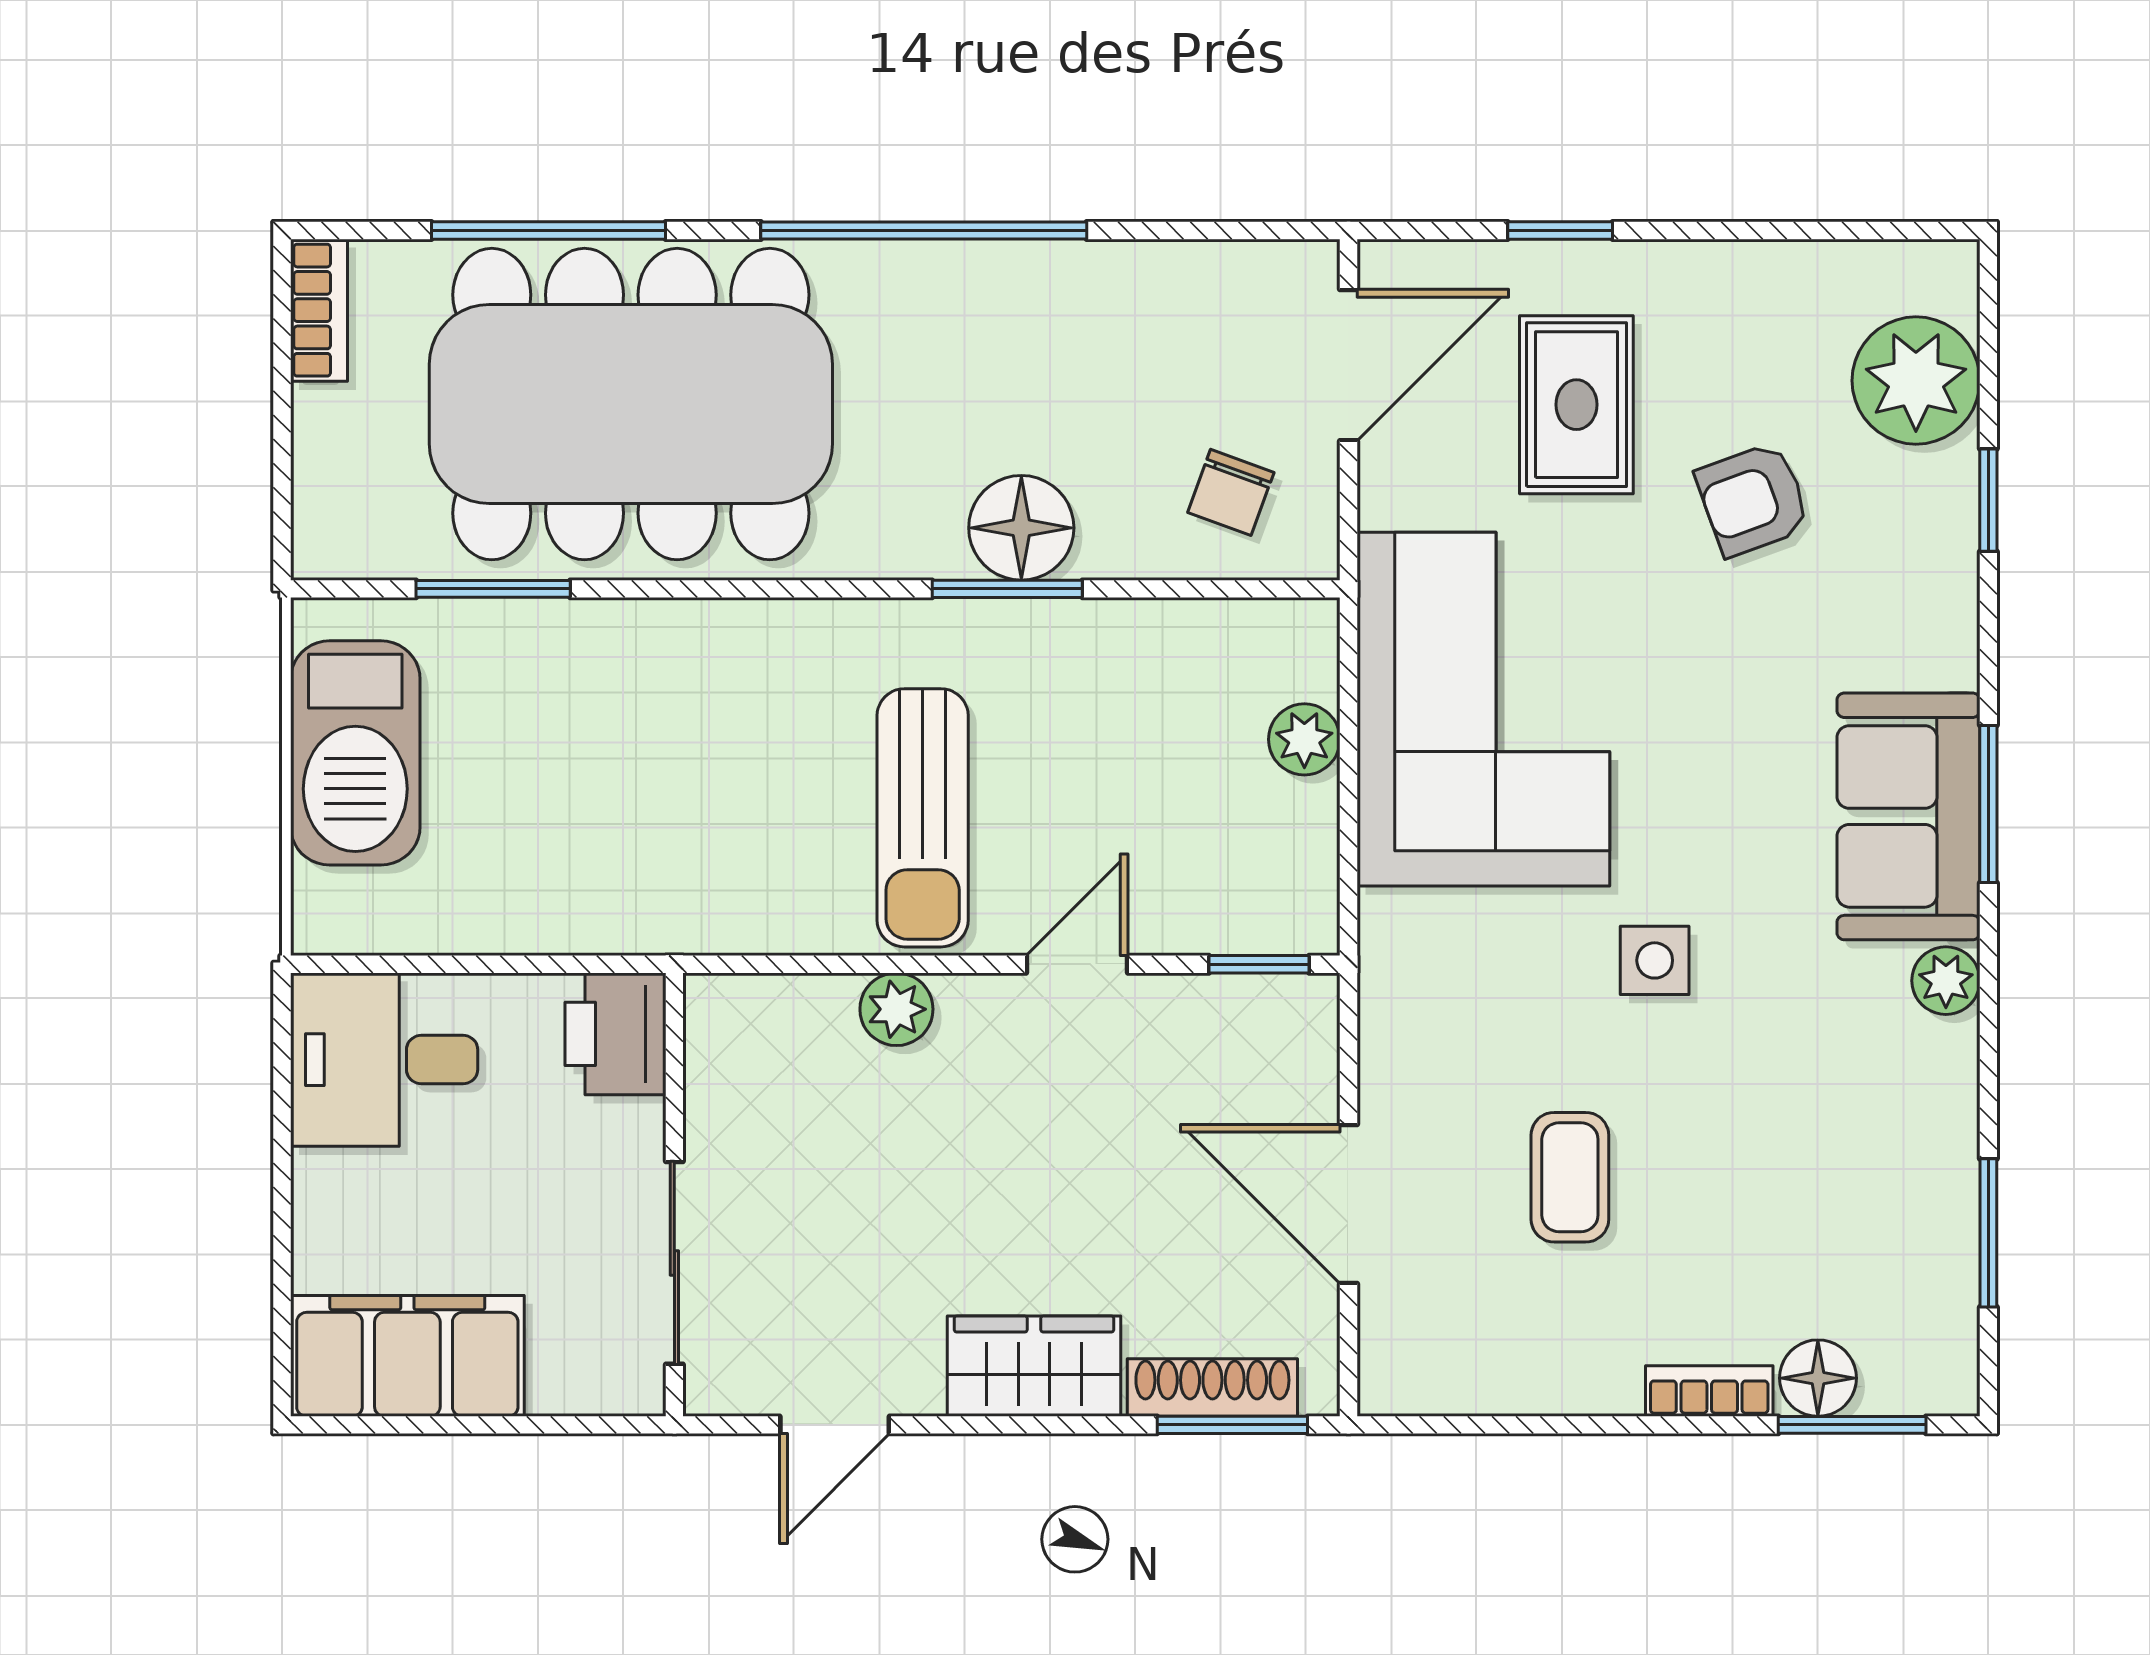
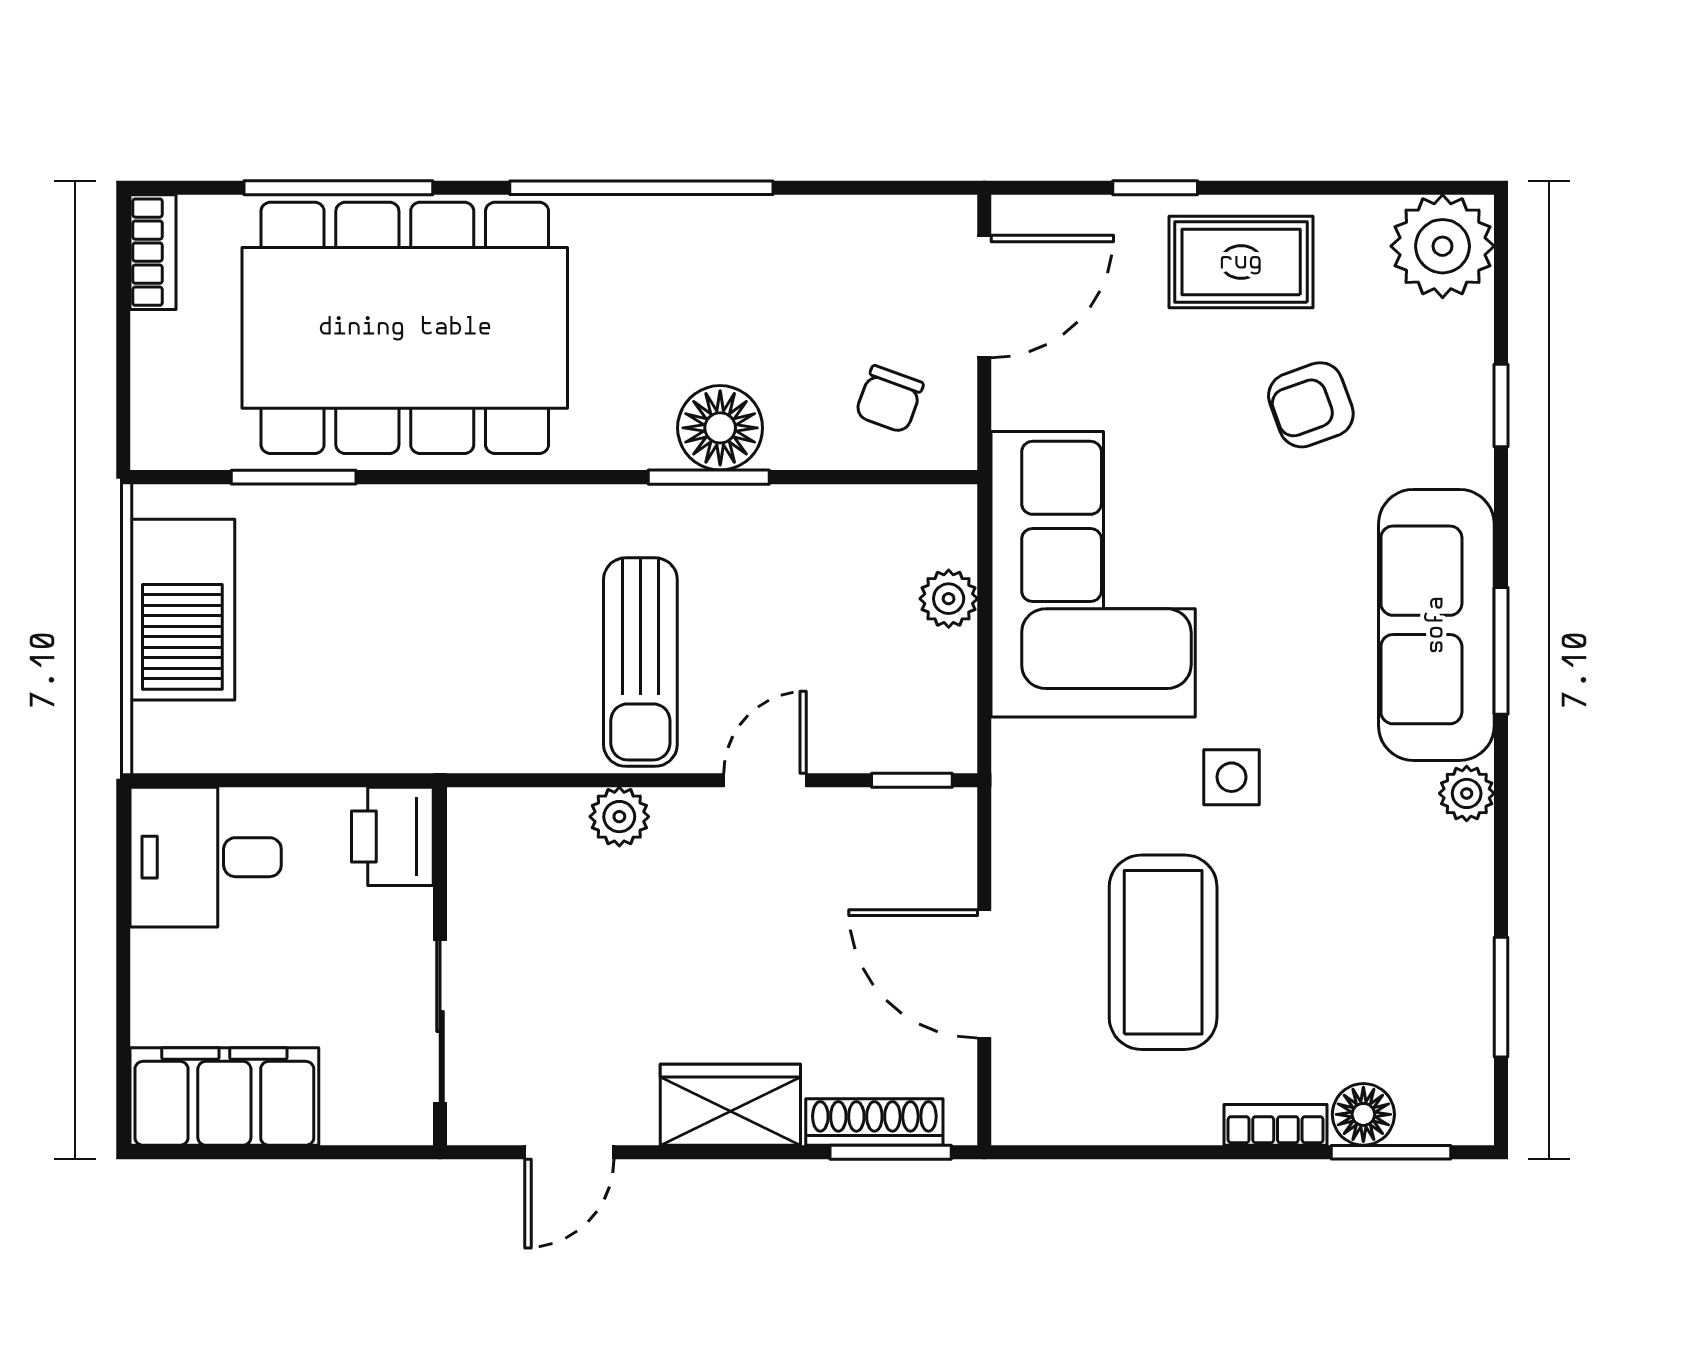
plant: (1916, 381) -> (1443, 246), moved
rug: (1576, 405) -> (1241, 262), moved, turned 90
sofa: (1908, 816) -> (1436, 625), width x1.36
coffee table: (1570, 1177) -> (1163, 952), width x1.86, depth x1.72

